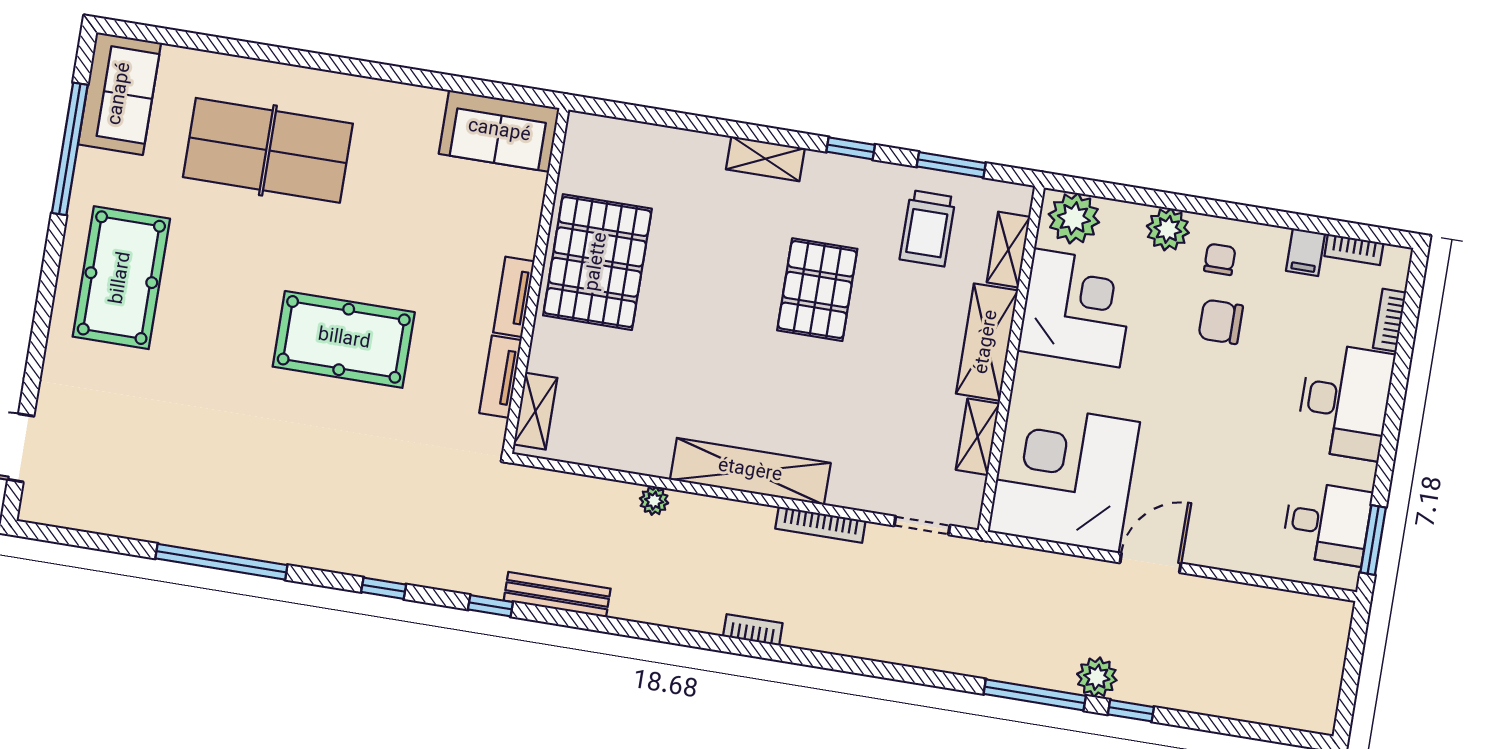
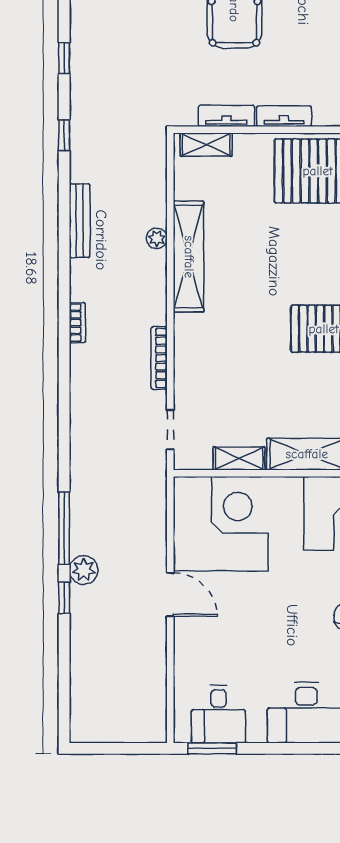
shelving: (750, 471) -> (189, 257), moved
bench: (557, 595) -> (80, 221), moved

